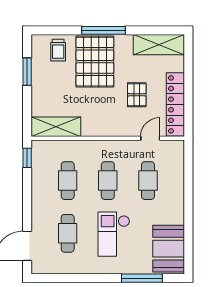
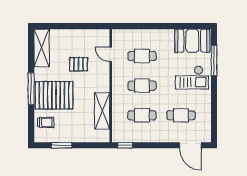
locker: (175, 104) -> (86, 36), removed
shelving: (56, 127) -> (102, 111), moved
checkout: (114, 234) -> (192, 78), moved

